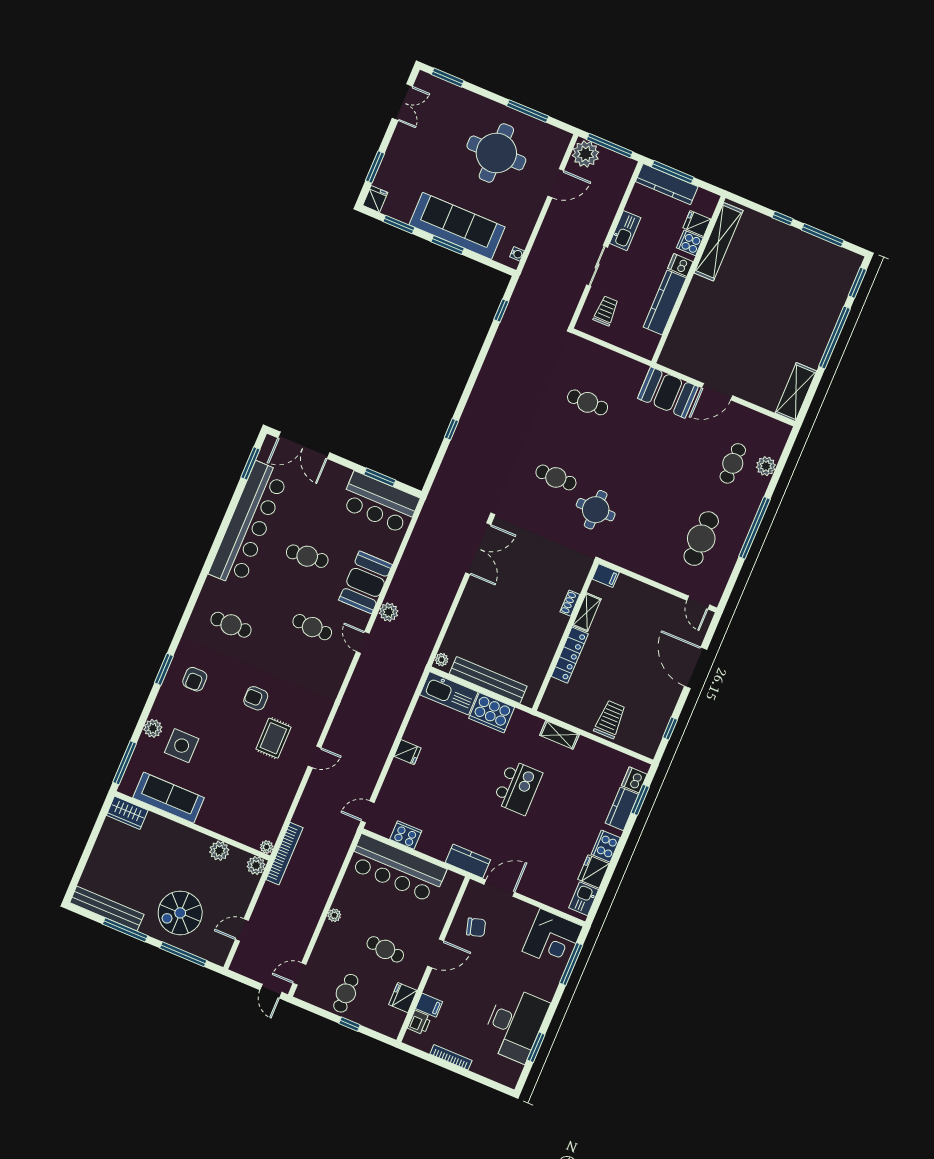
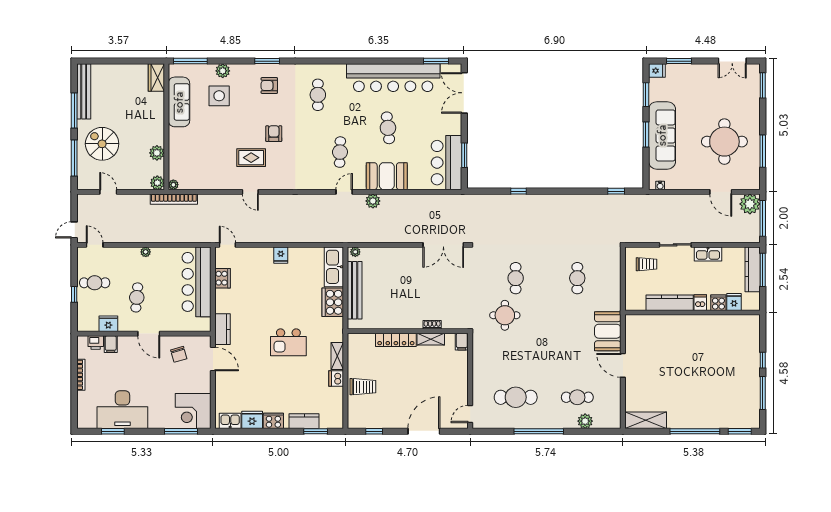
shelving: (719, 242) -> (728, 322), removed
dishwasher: (634, 780) -> (336, 378), moved, turned -90

